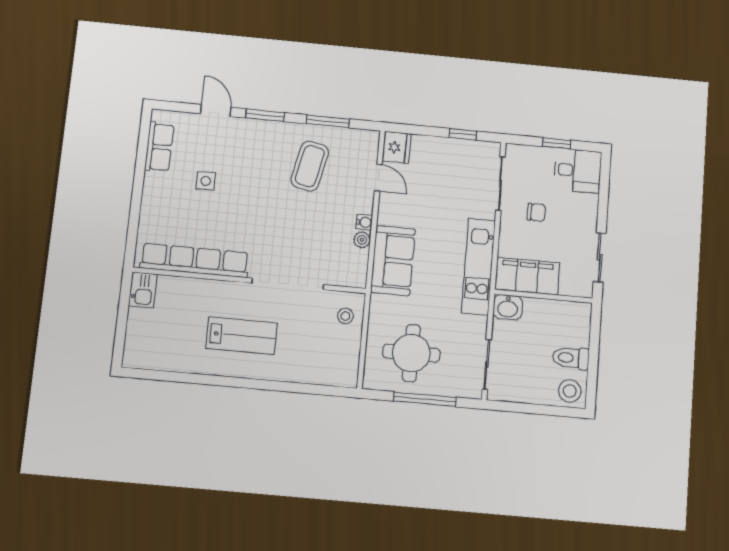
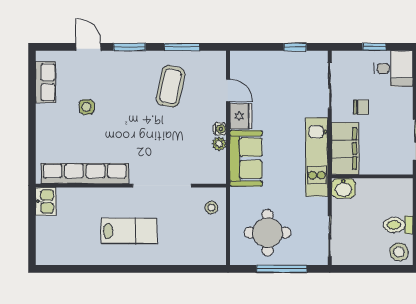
fridge: (397, 147) -> (241, 116), moved
filing cabinet: (527, 276) -> (345, 148), moved, turned 90

